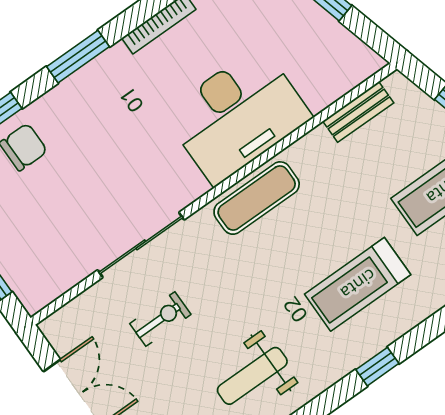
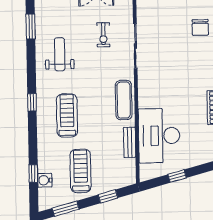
bench: (358, 112) -> (130, 142), moved
desk: (237, 115) -> (159, 136), moved

